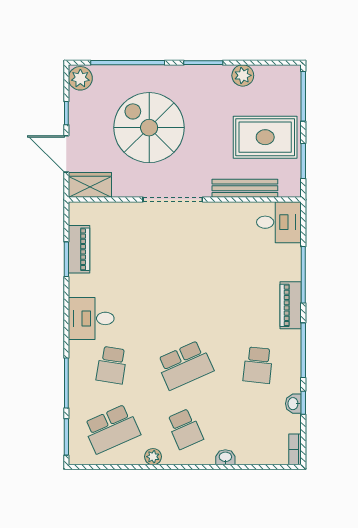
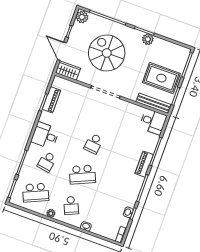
plant: (243, 75) -> (148, 39), moved
bench: (245, 188) -> (153, 103), moved
school desk: (258, 365) -> (94, 144), moved

